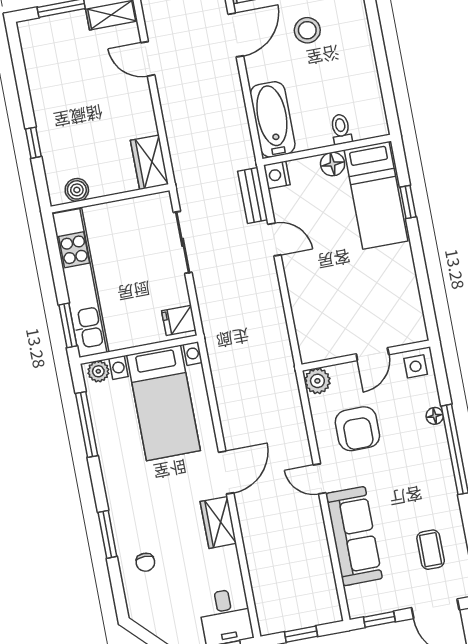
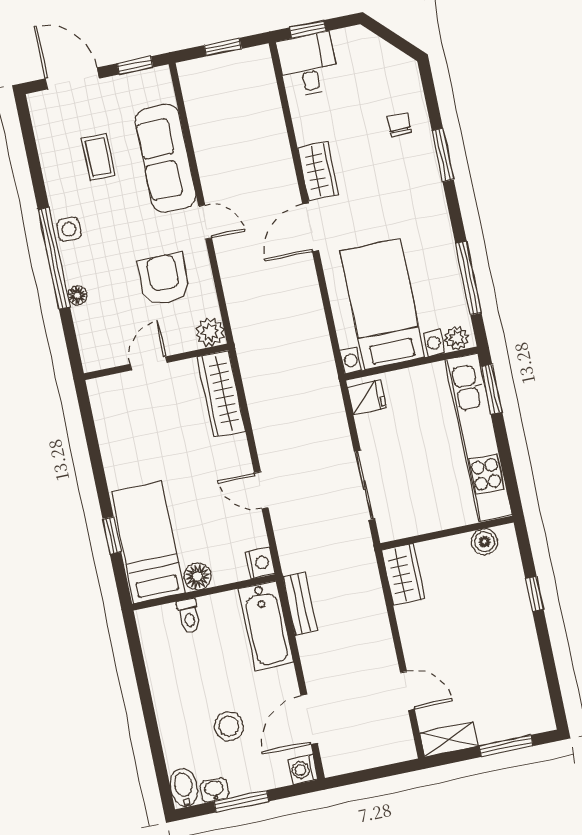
bench: (253, 195) -> (300, 603), moved
wardrobe: (308, 326) -> (221, 394), added
side table: (416, 366) -> (69, 229), moved
coffee table: (431, 550) -> (98, 157), moved

